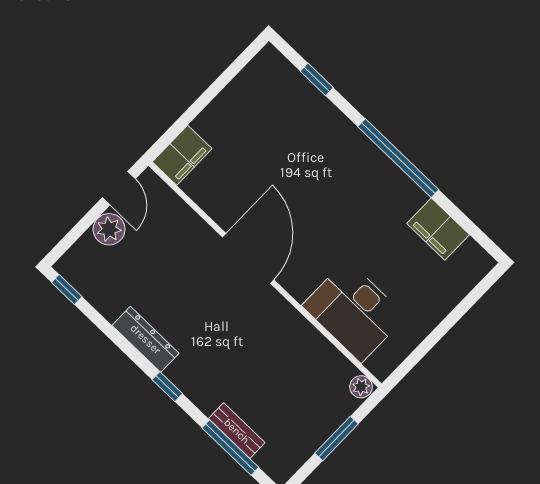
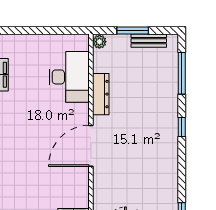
dresser: (146, 339) -> (101, 94), moved, turned 180
bench: (237, 431) -> (149, 41), moved, turned 90

